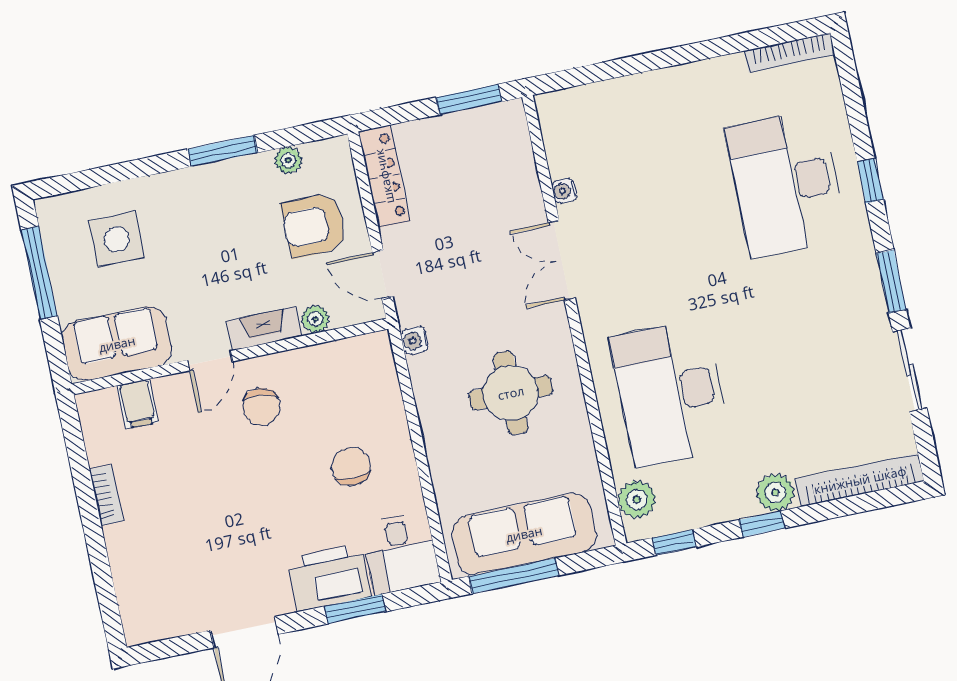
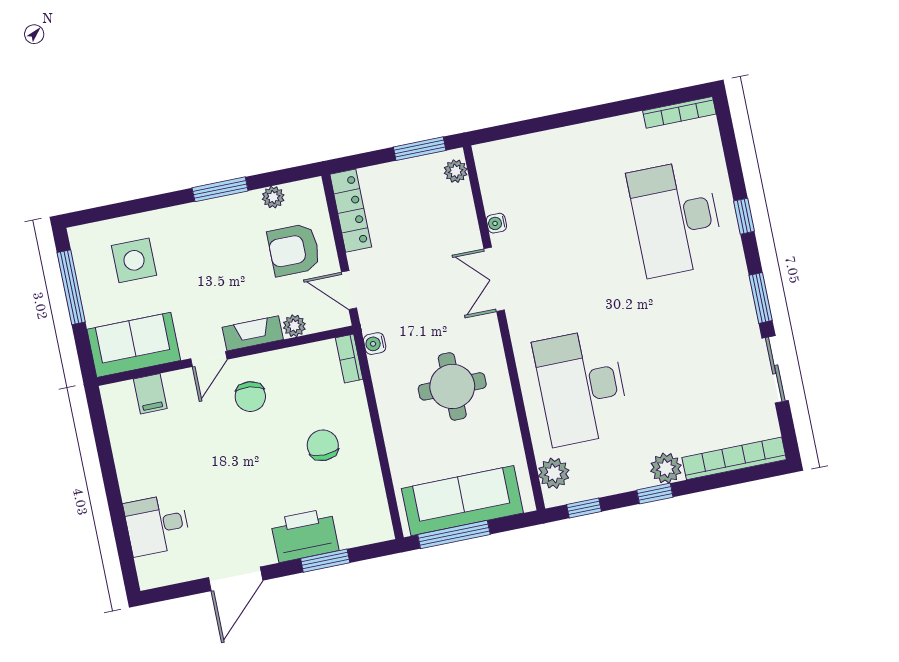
plant: (514, 127) -> (456, 171), added
bookcase: (106, 495) -> (349, 359), moved, turned 180
desk: (401, 553) -> (157, 525), moved, turned 90

